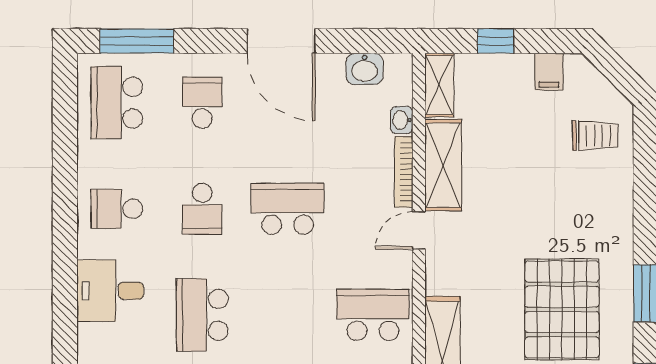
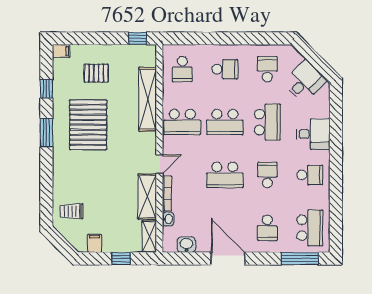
school desk: (288, 315) -> (225, 122), added

